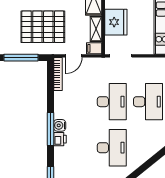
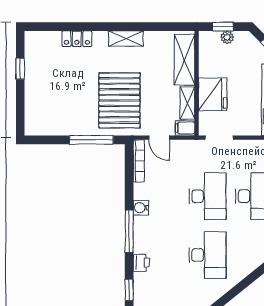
pallet: (43, 27) -> (119, 100), turned 90
door: (74, 56) -> (159, 138), hinge flipped
water cooler: (60, 125) -> (141, 208), moved
printer: (60, 139) -> (141, 263), moved

